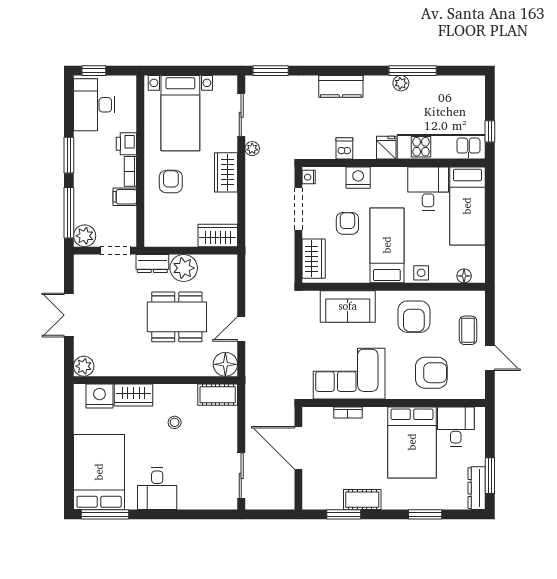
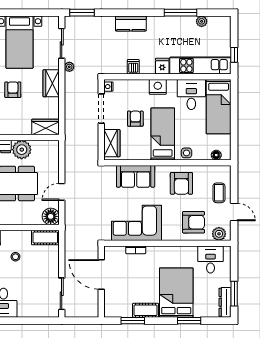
plant: (401, 83) -> (202, 21), moved
nightstand: (358, 178) -> (158, 87), moved
plant: (468, 389) -> (219, 234), added
bed: (412, 442) -> (176, 293), moved, turned 180

